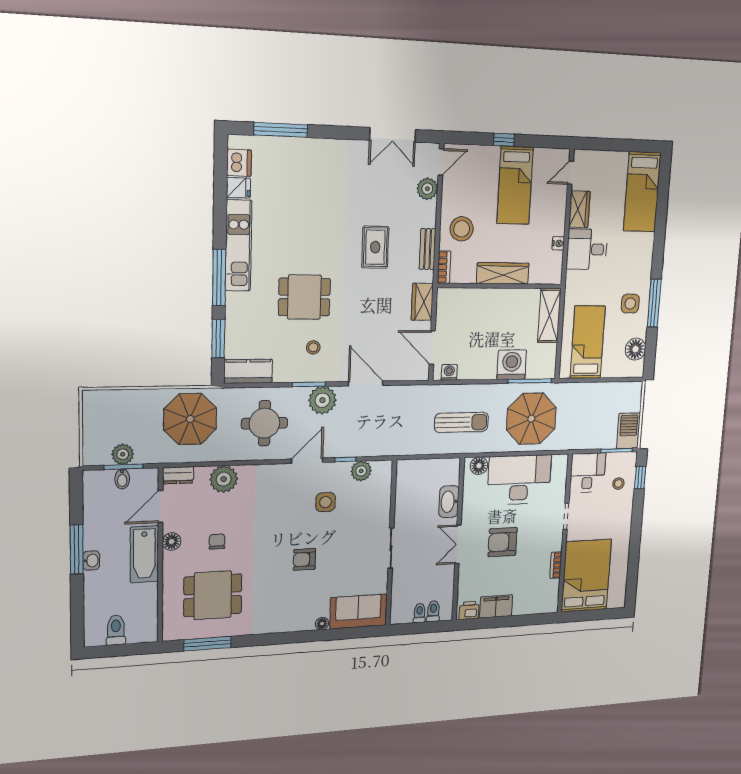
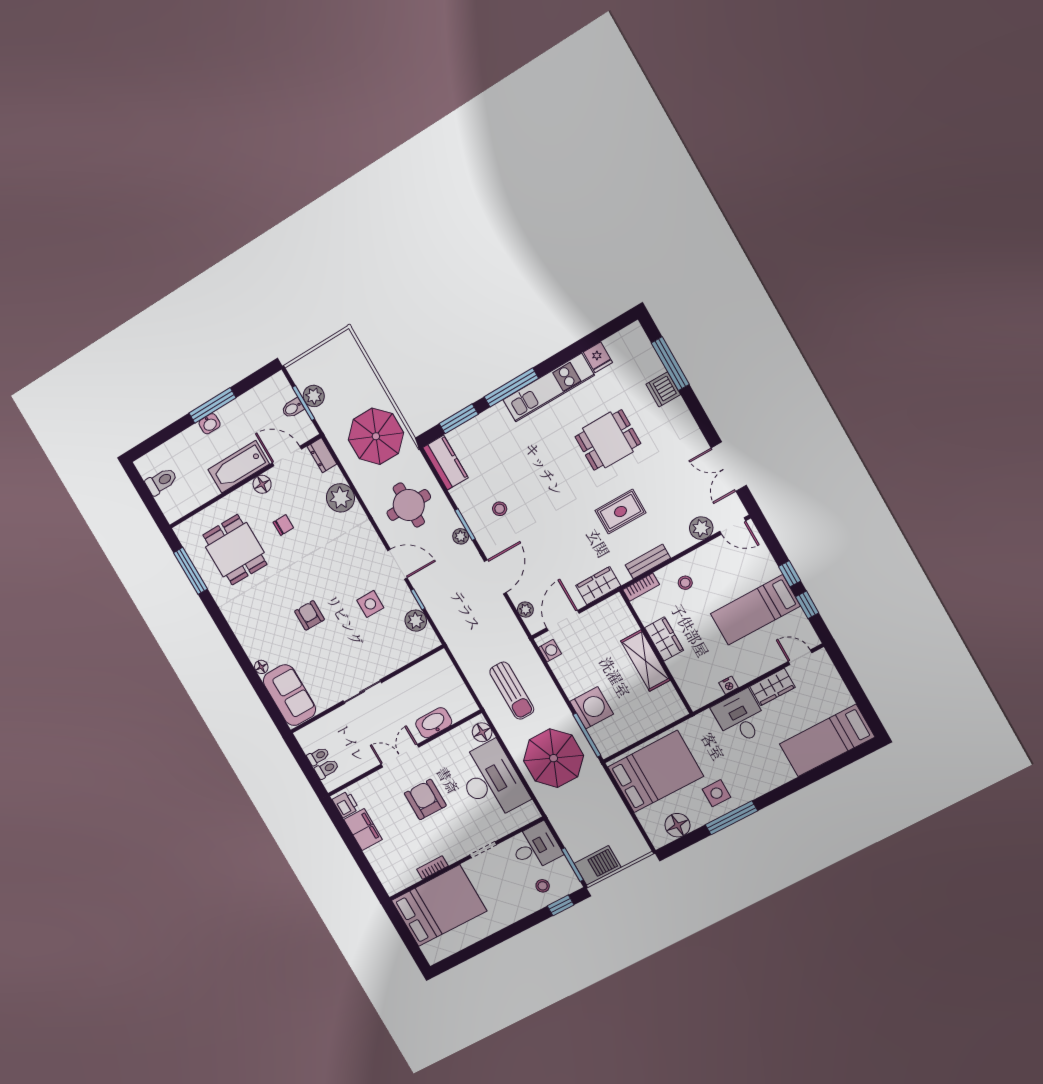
window: (535, 141) -> (807, 605), added
dishwasher: (239, 163) -> (663, 389), moved, turned 90
stool: (462, 229) -> (685, 583), width x0.53, depth x0.53
wardrobe: (503, 273) -> (664, 639), width x0.67
dining table: (304, 297) -> (608, 440), moved, turned 90
shelving: (549, 316) -> (645, 661), moved, turned 90
bed: (588, 342) -> (656, 772), width x1.50
plant: (406, 374) -> (525, 610), added
plant: (322, 400) -> (461, 536), width x0.53, depth x0.53

